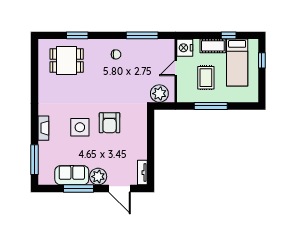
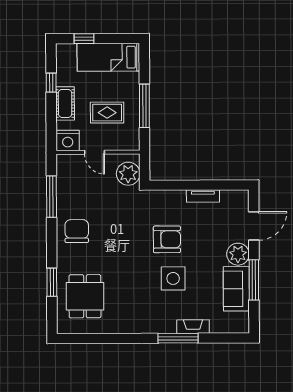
chair: (116, 54) -> (77, 231), width x1.87, depth x1.87
bed: (237, 63) -> (108, 57), moved, turned 180
fireplace: (43, 128) -> (193, 327), moved
window: (35, 160) -> (178, 338), moved
tv unit: (142, 173) -> (203, 196), moved

